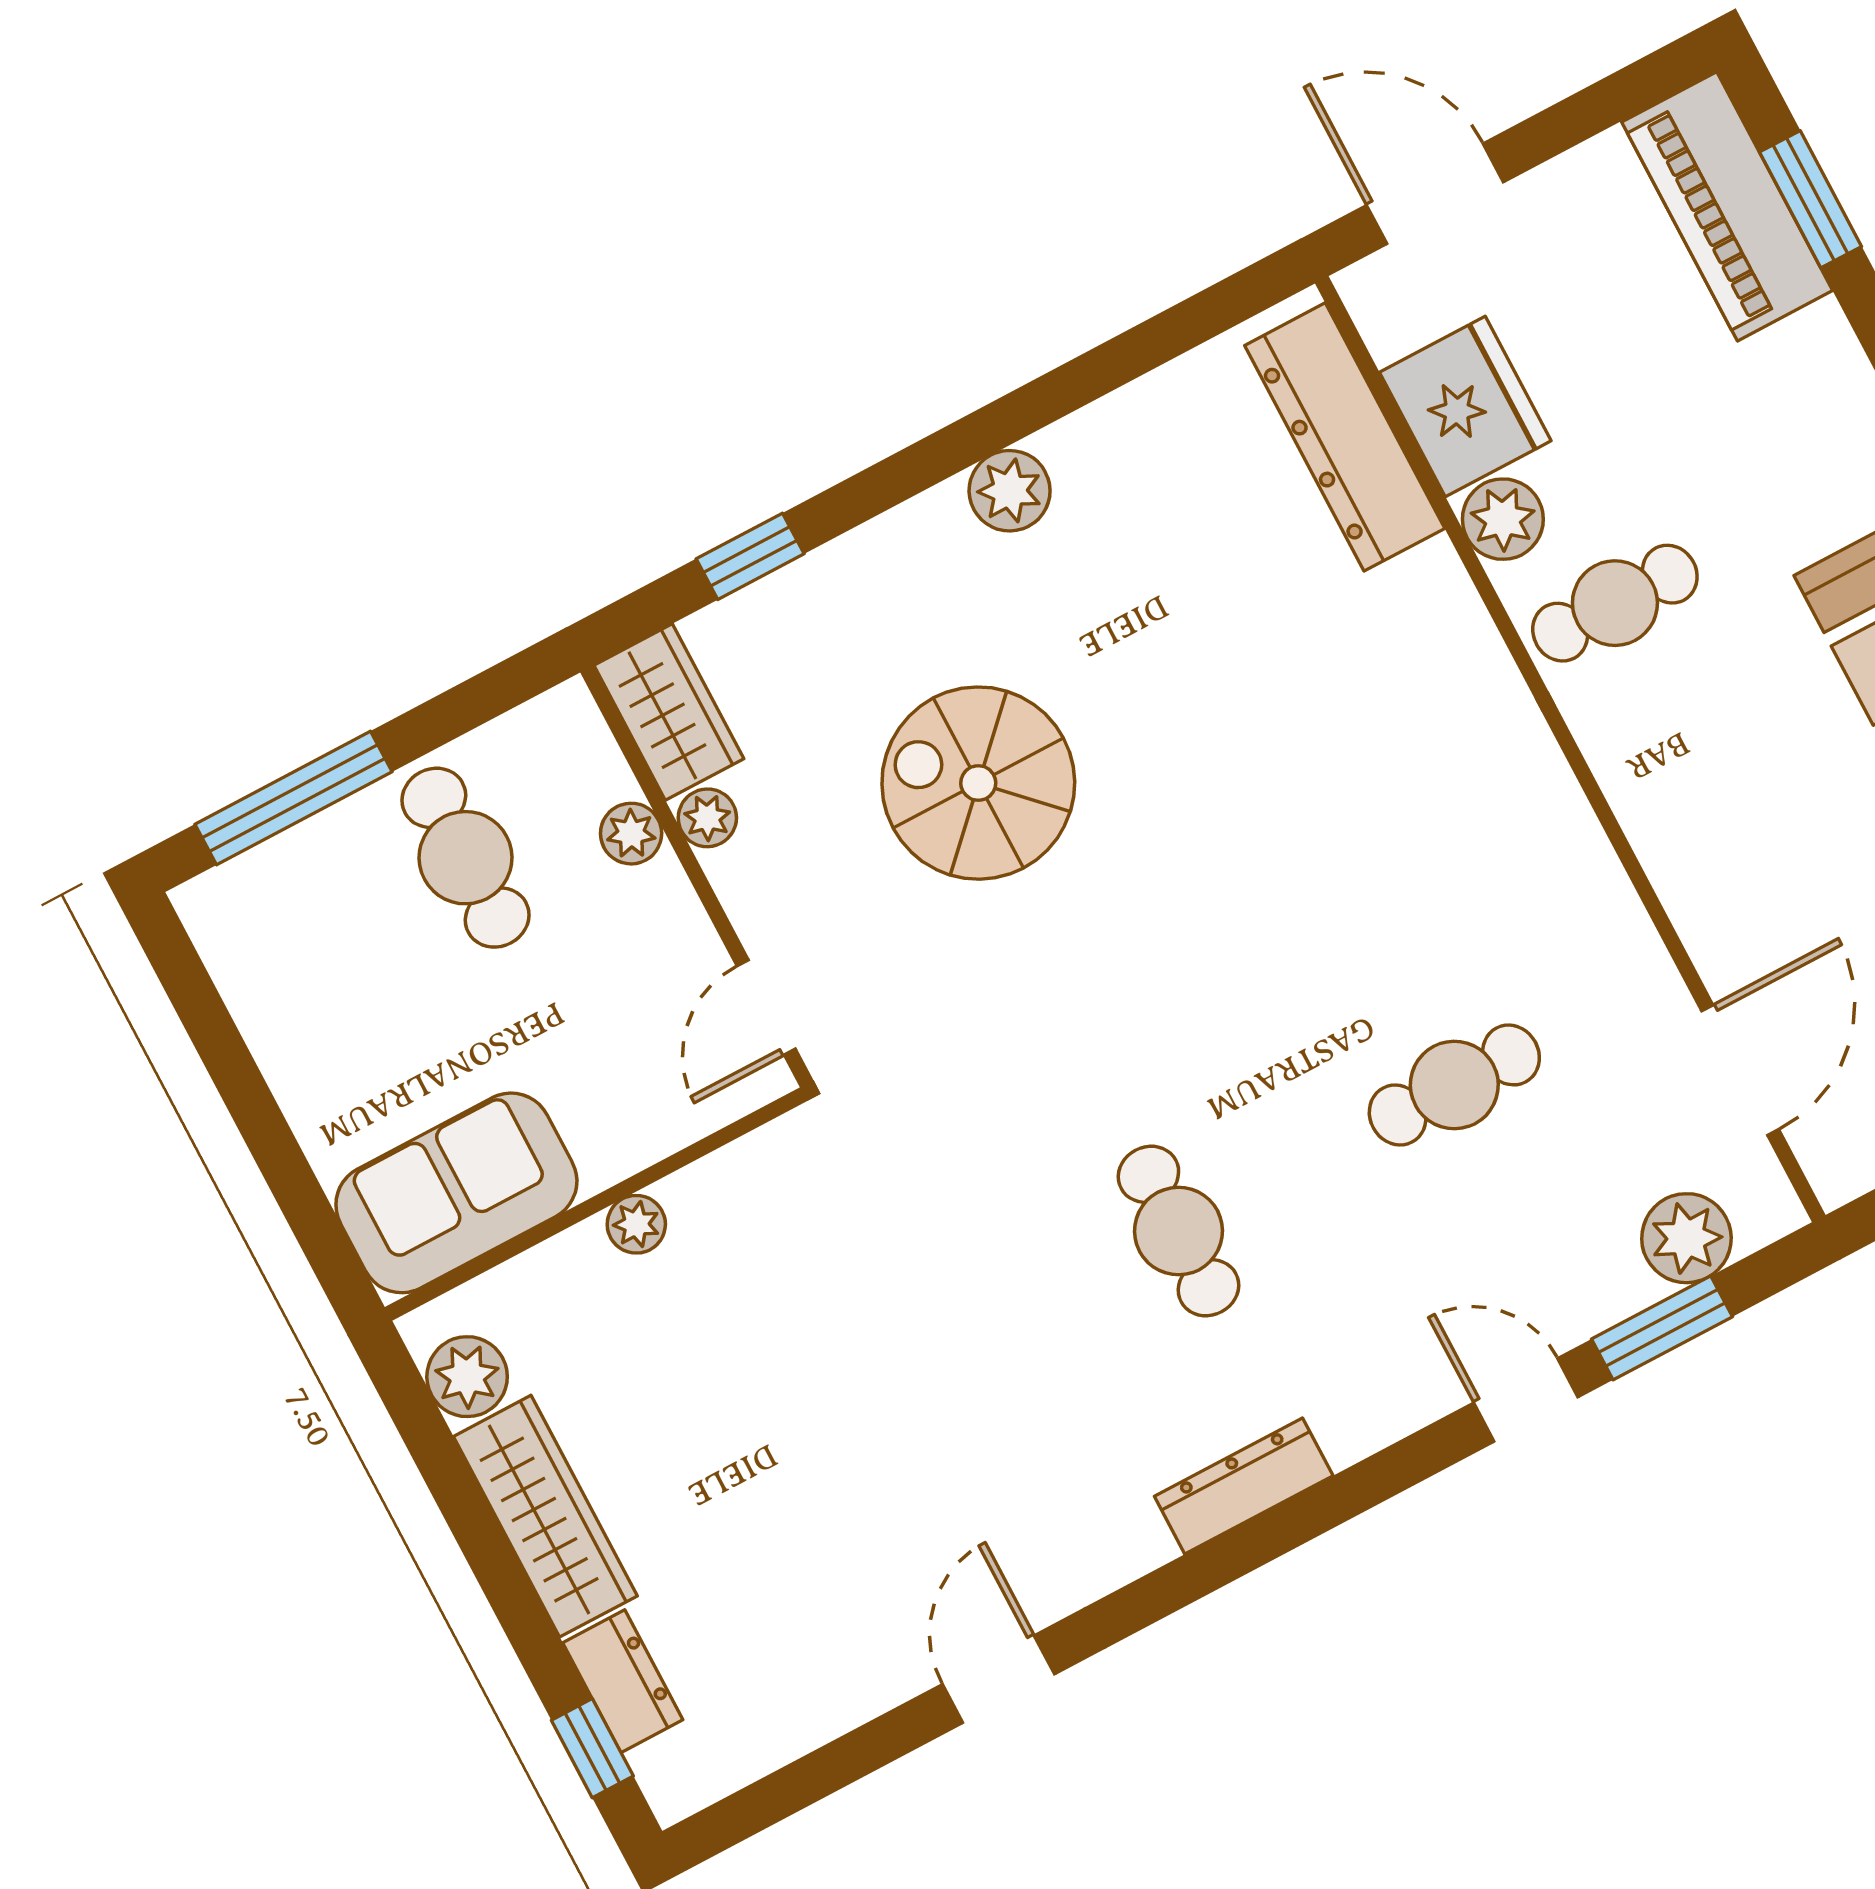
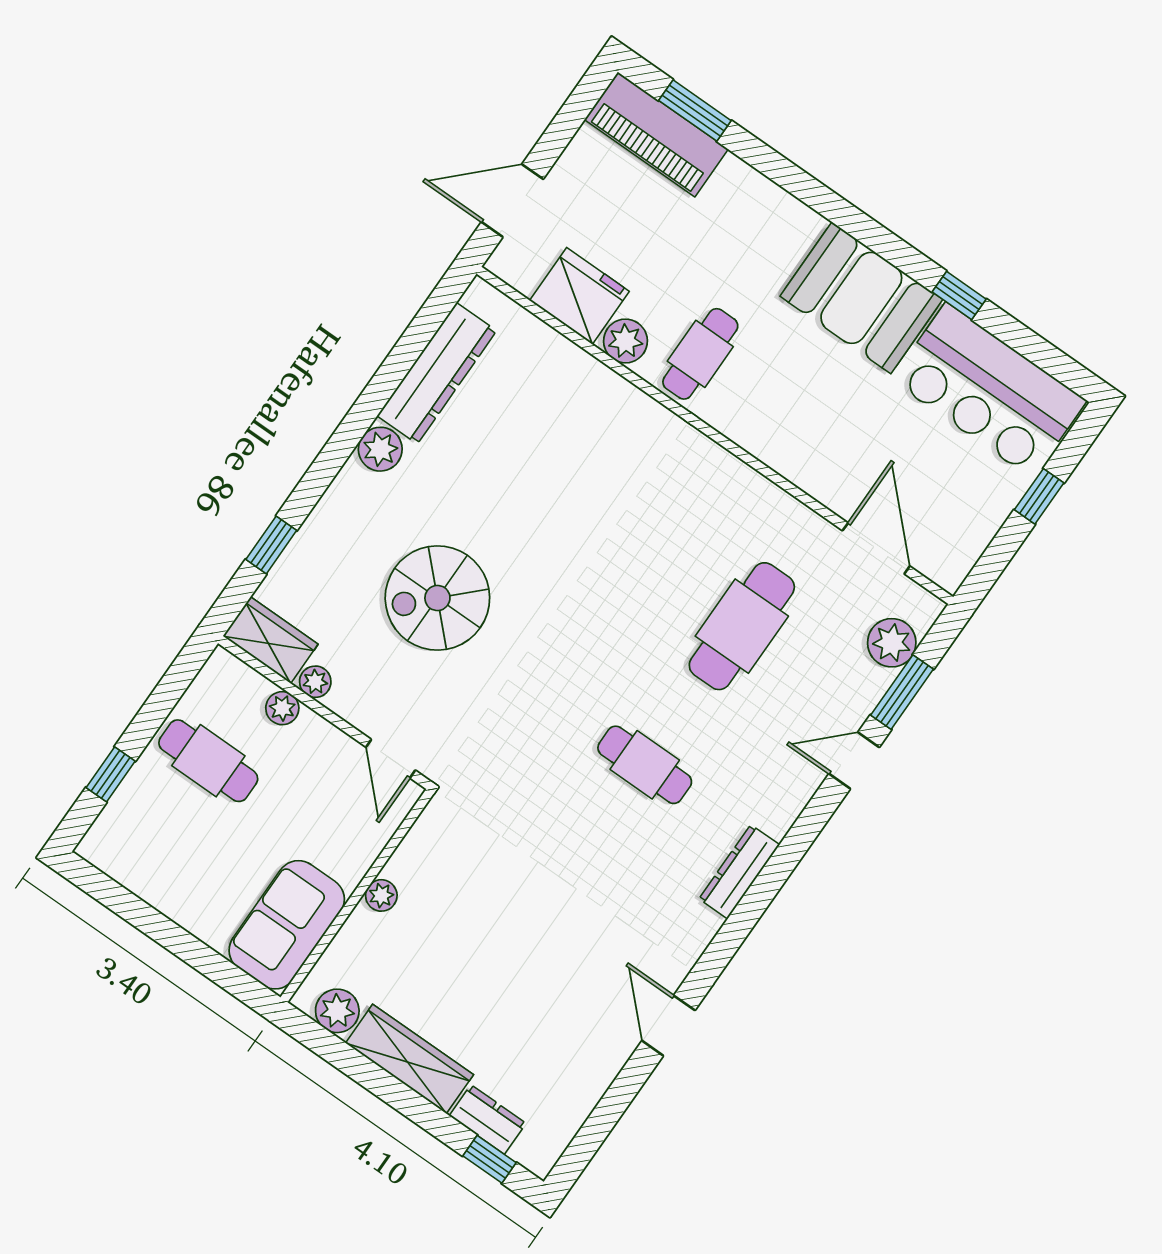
dresser: (1345, 437) -> (437, 373), moved, turned -90
window: (294, 798) -> (111, 774), width x0.46
cafe table: (1454, 1085) -> (742, 626), width x1.37, depth x1.35

